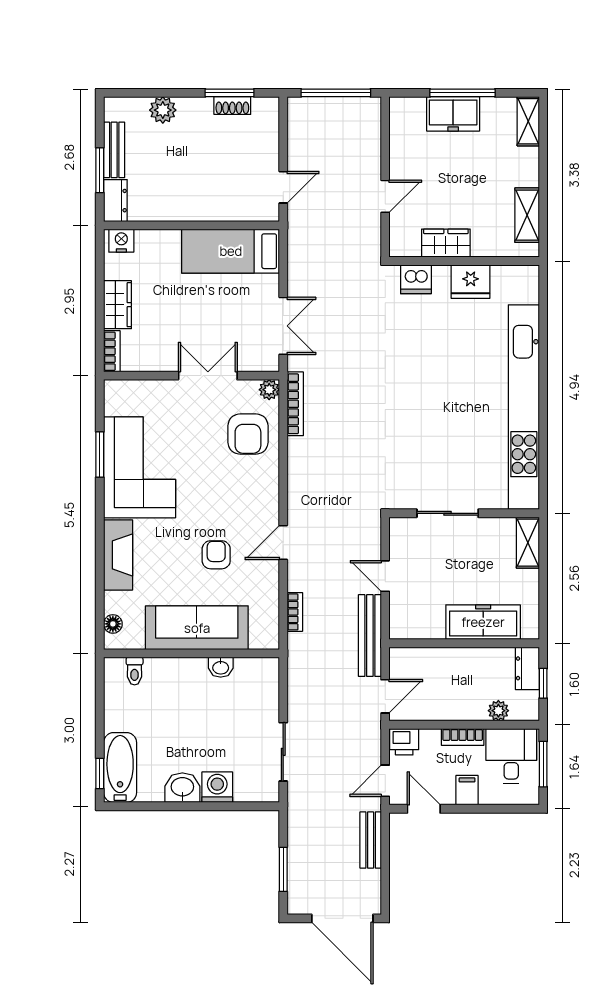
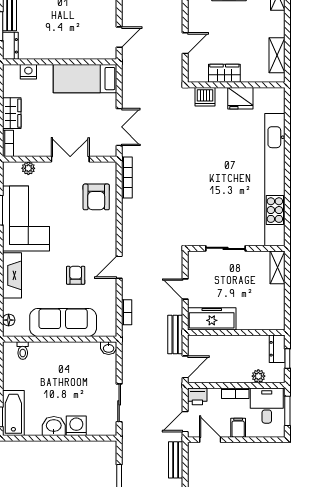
nightstand: (121, 241) -> (28, 72), moved
plant: (269, 390) -> (28, 168), moved
freezer: (483, 622) -> (212, 319), moved
bench: (370, 636) -> (175, 335), width x0.73
washbasin: (221, 667) -> (109, 348), moved

